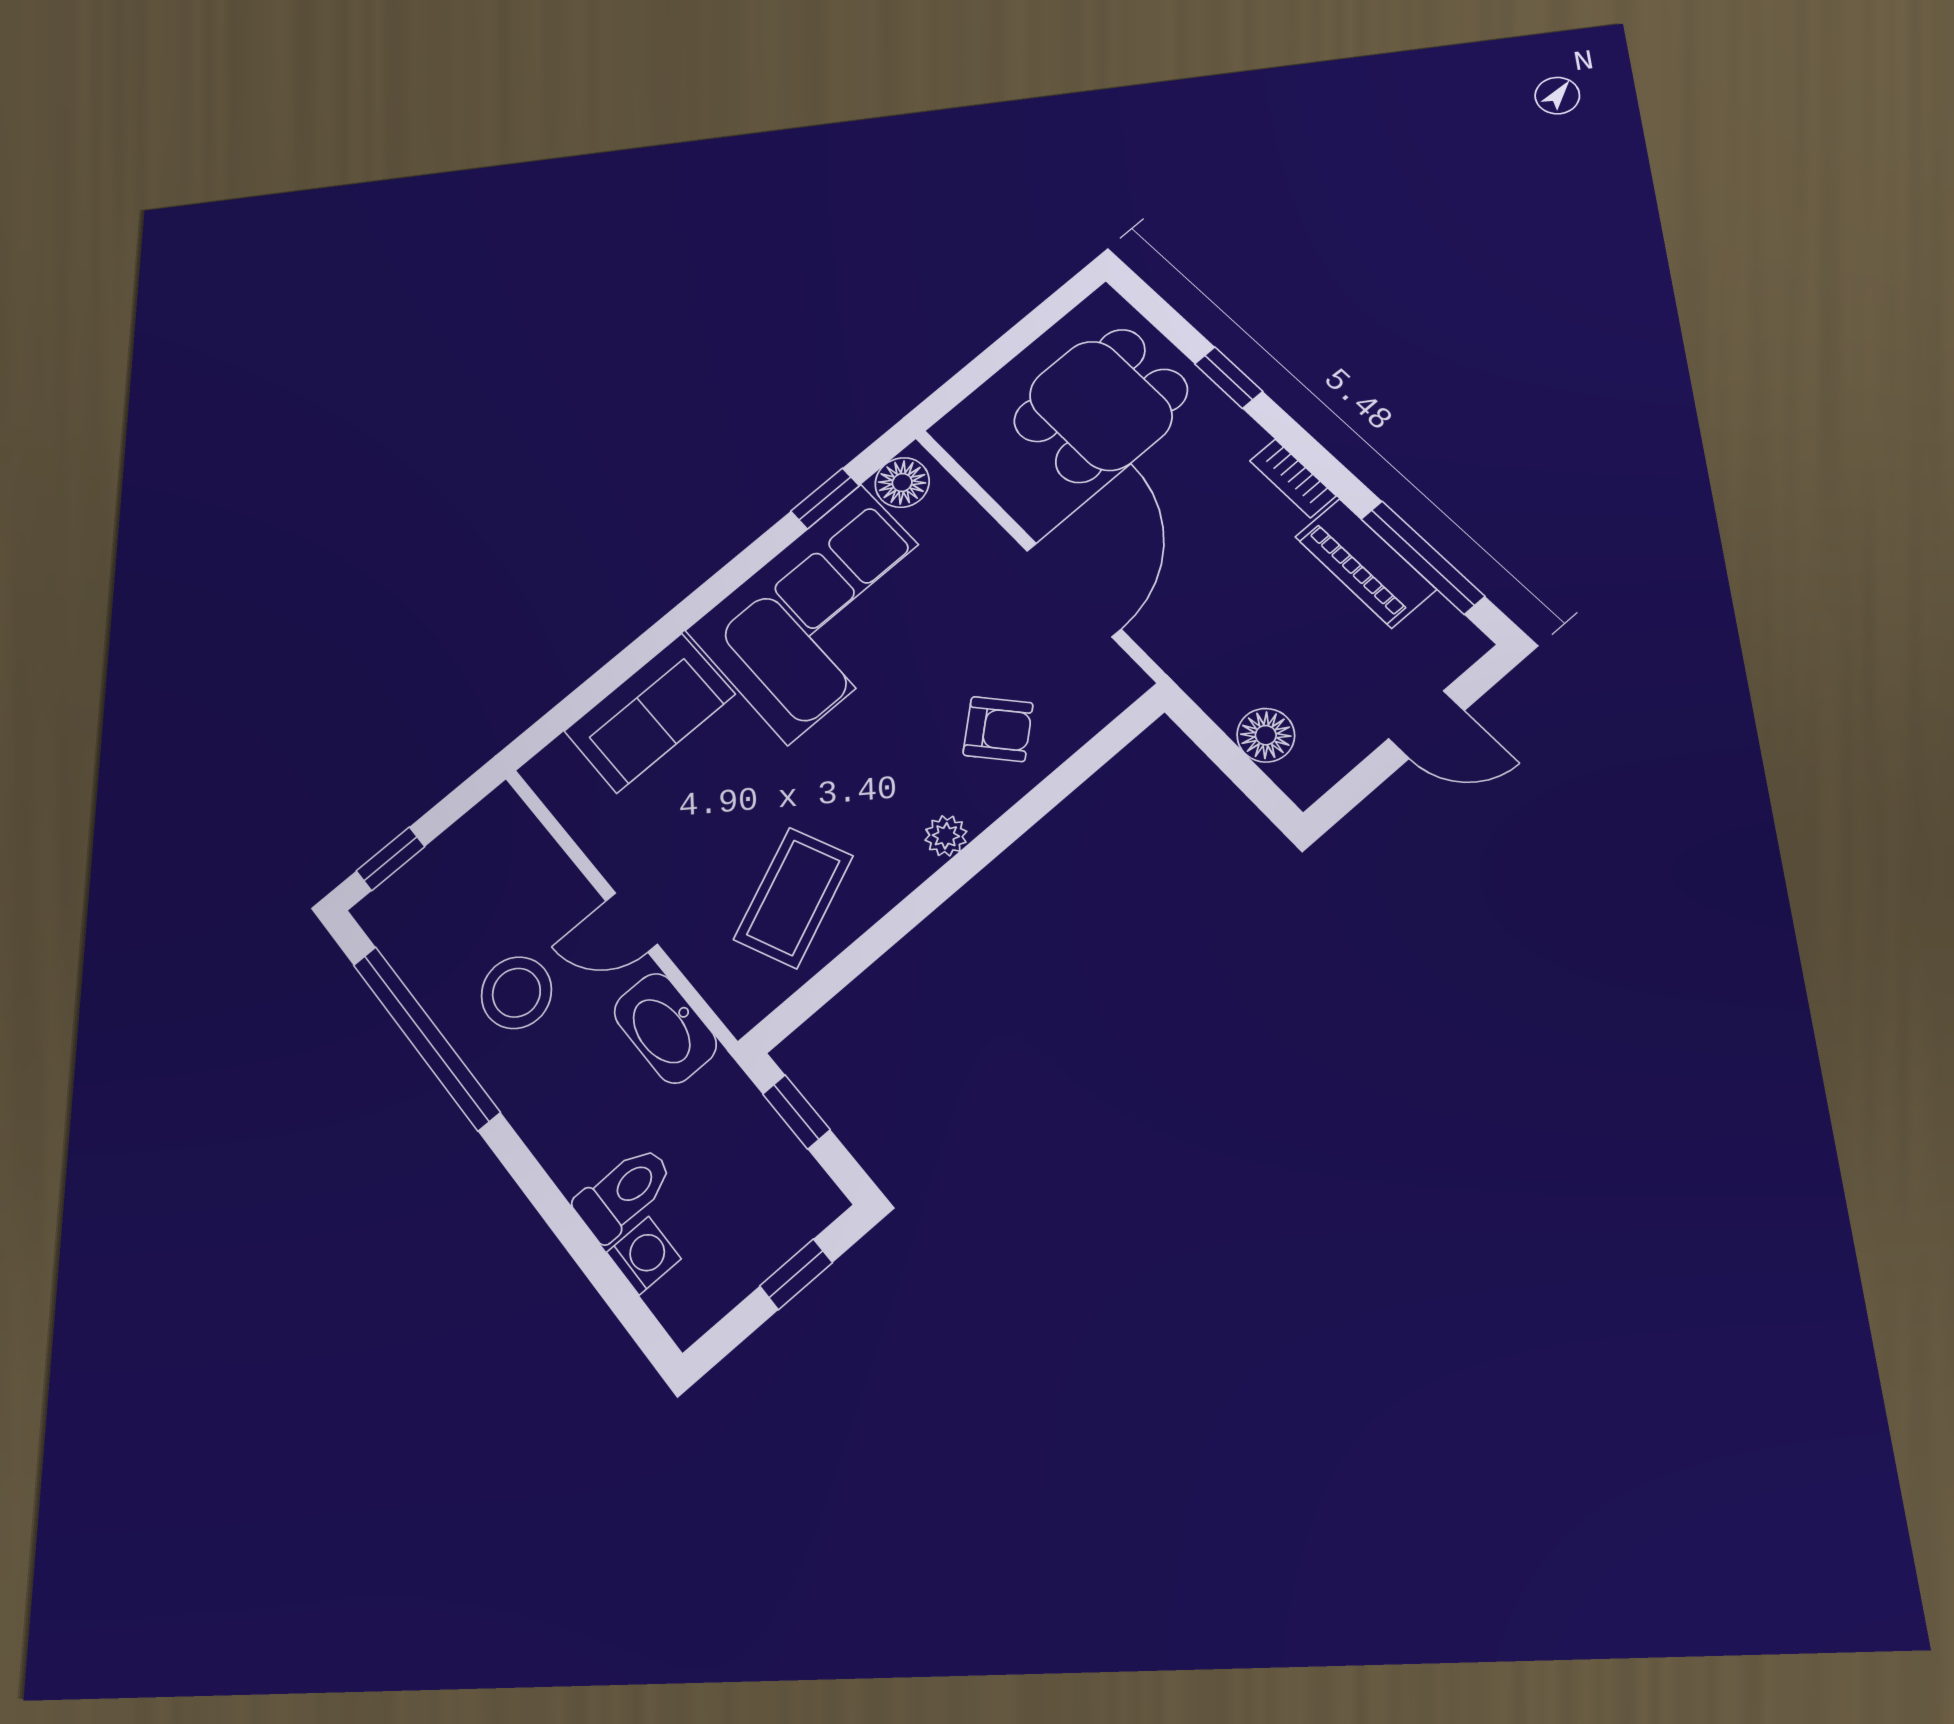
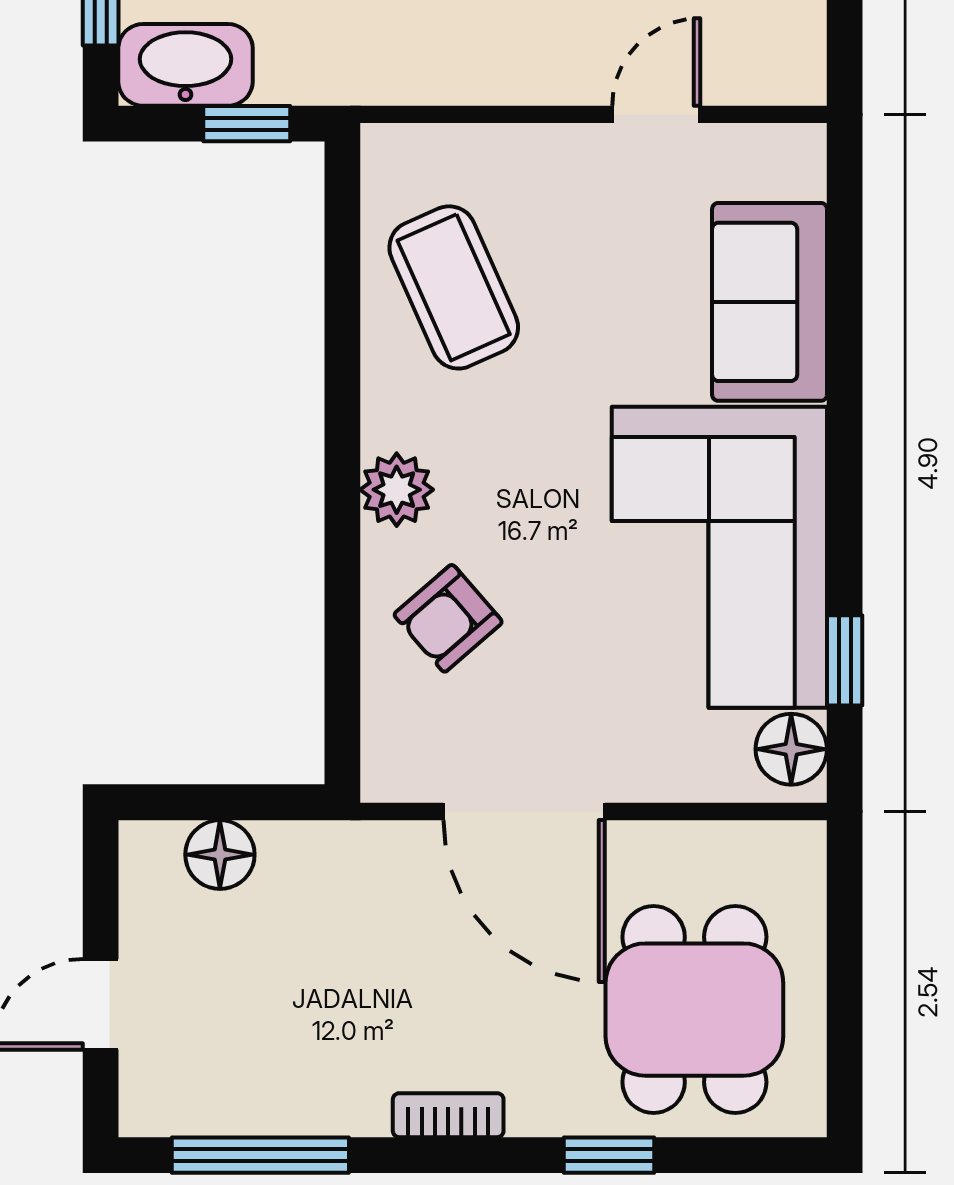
piano: (1365, 563) -> (302, 1099), removed
plant: (946, 836) -> (397, 490), width x1.38, depth x1.38
door: (632, 922) -> (656, 114), moved
washbasin: (665, 1028) -> (185, 65), moved

